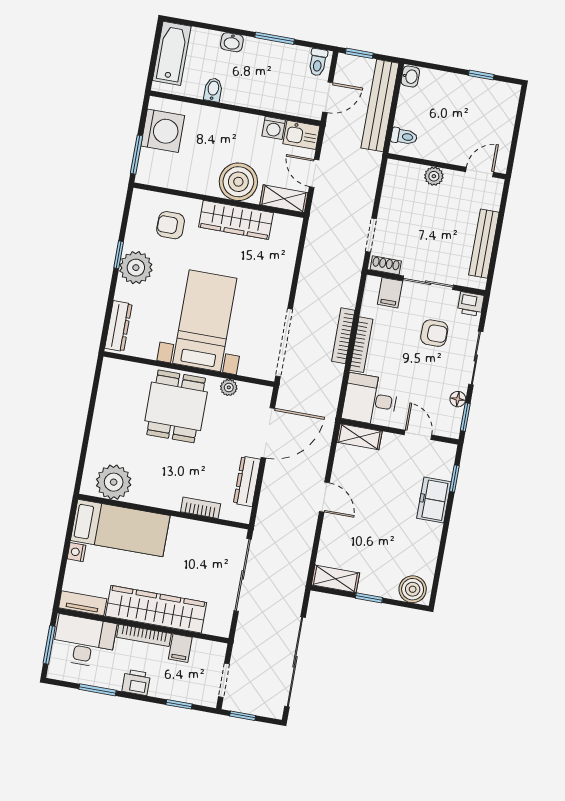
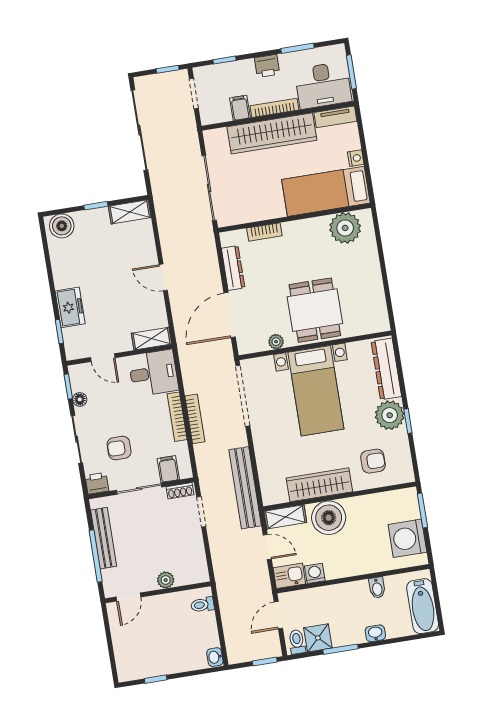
shower: (294, 59) -> (318, 638), added
bench: (380, 106) -> (245, 488), moved
window: (499, 227) -> (96, 556), added
dresser: (118, 326) -> (386, 369), width x1.37, depth x1.24

